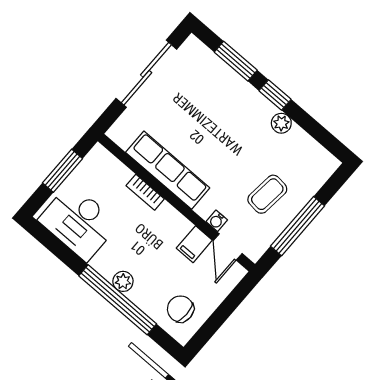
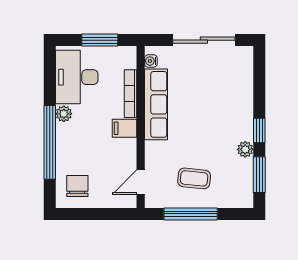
window: (236, 61) -> (259, 175), moved
bookcase: (145, 192) -> (130, 94), width x1.56
water cooler: (217, 221) -> (151, 61), moved
filing cabinet: (194, 244) -> (125, 128), moved
plant: (123, 281) -> (64, 114), moved

